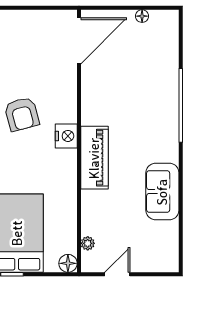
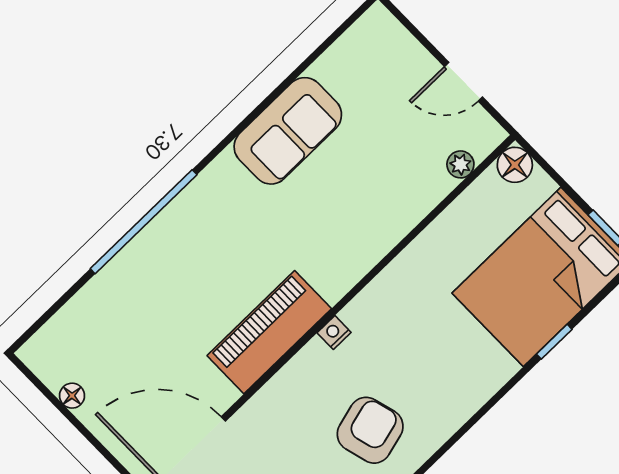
nightstand: (66, 136) -> (334, 333), width x0.53, depth x0.56
piano: (94, 158) -> (269, 332), moved

